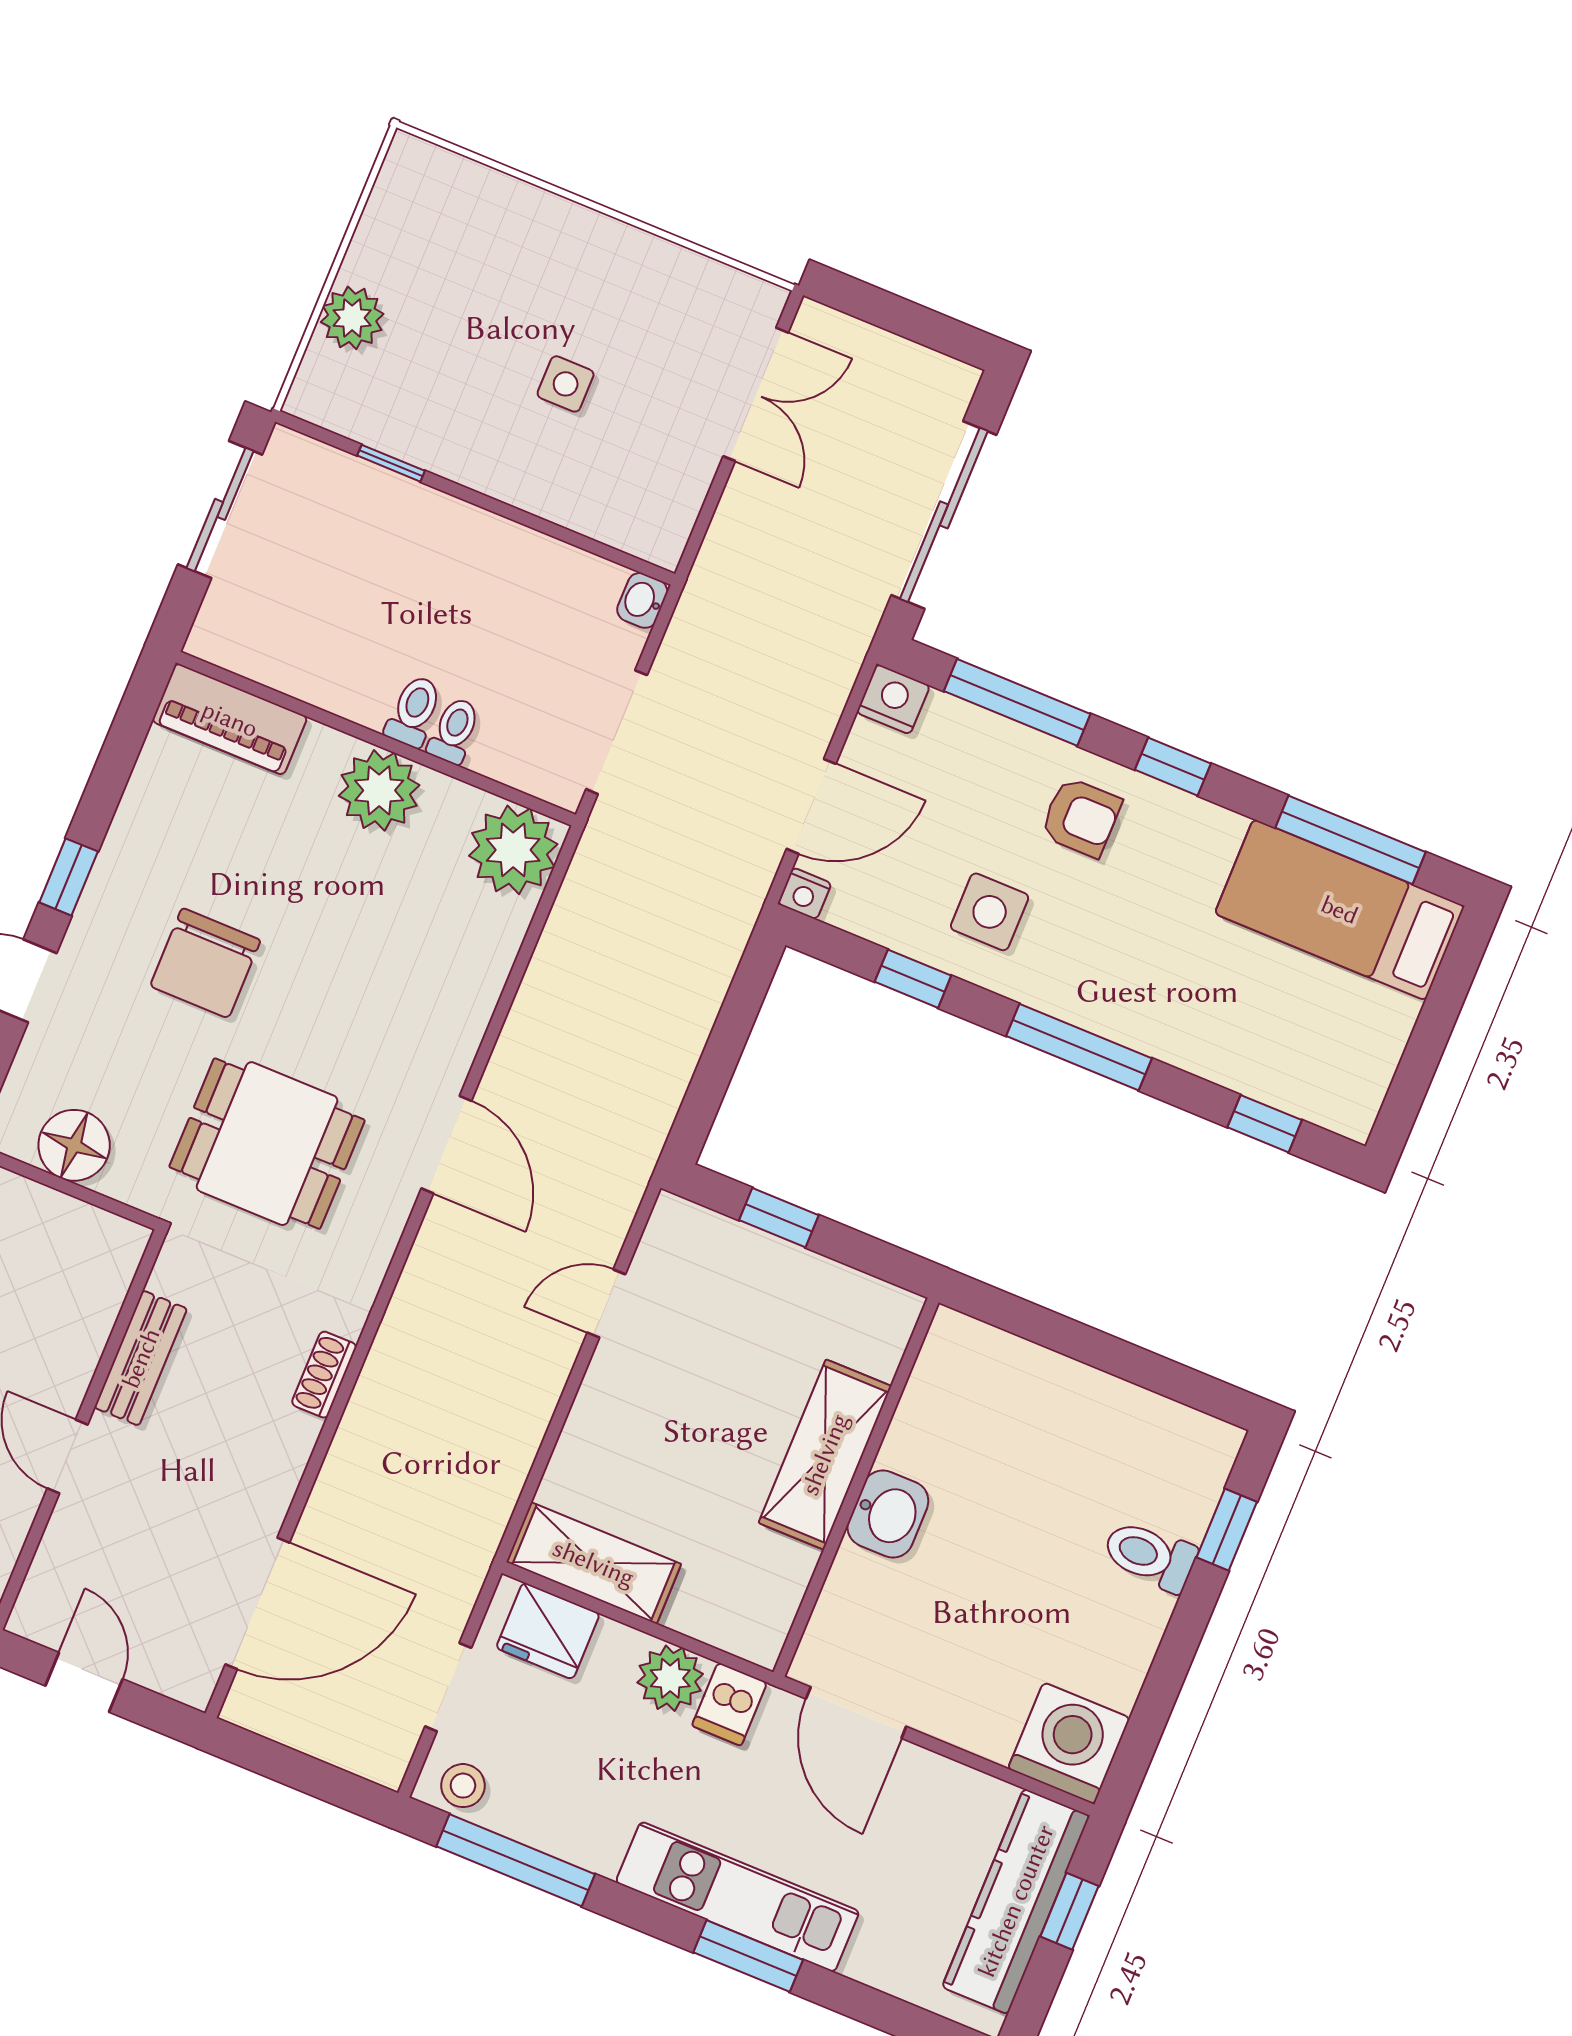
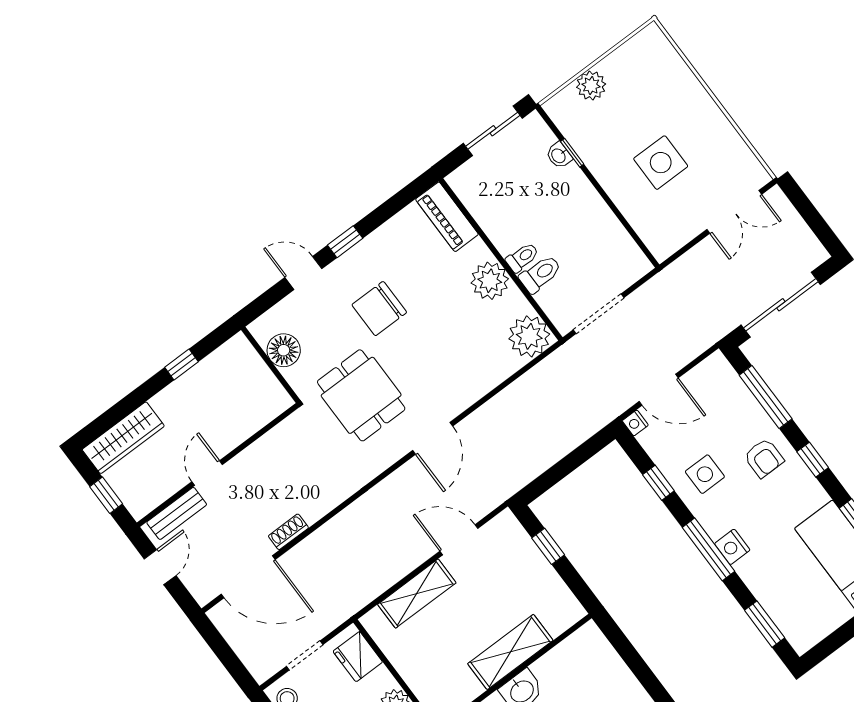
side table: (566, 384) -> (661, 163), width x1.87, depth x1.87
washbasin: (642, 600) -> (559, 155), moved, turned -90
nightstand: (893, 699) -> (732, 547), moved, turned 180
toilet: (454, 731) -> (540, 274), width x1.37, depth x1.39
window: (1265, 1124) -> (765, 624), width x1.50
door: (606, 1303) -> (459, 540), width x1.38
bench: (141, 1358) -> (177, 513), moved
shoe rack: (324, 1375) -> (288, 532), moved
shelving: (594, 1563) -> (417, 594), moved, turned 90

